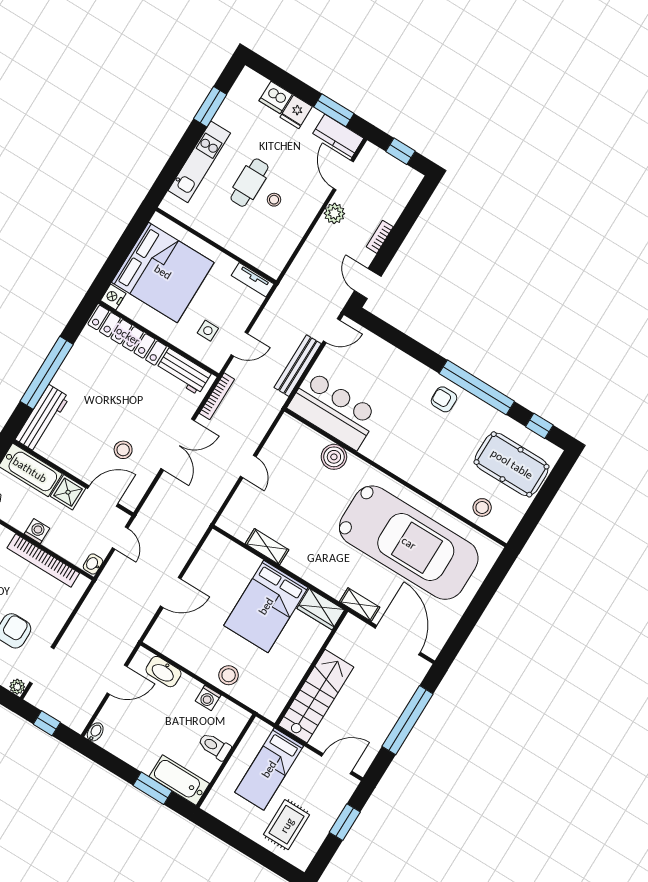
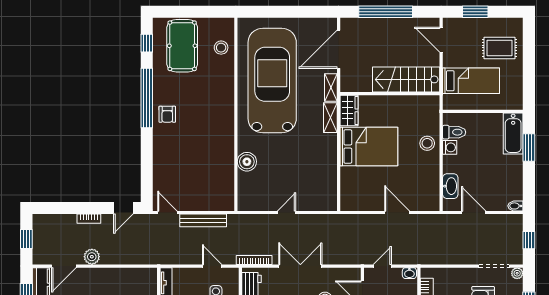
bar counter: (334, 410) -> (217, 180), removed
shelving: (267, 547) -> (330, 118), moved
toilet: (214, 746) -> (454, 132), moved, turned -90

